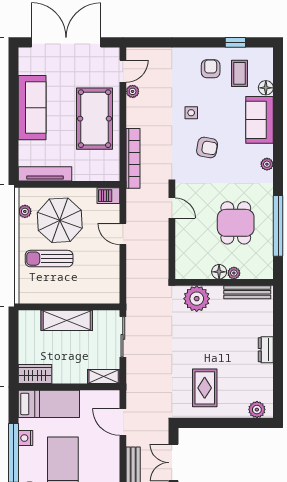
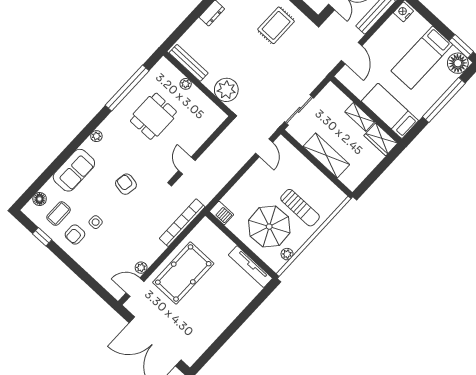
floor lamp: (266, 88) -> (40, 199), moved
sofa: (32, 108) -> (218, 319), removed
side table: (191, 113) -> (96, 222), moved
door: (123, 234) -> (264, 148), moved
floor lamp: (219, 272) -> (195, 94), removed
shelving: (104, 376) -> (360, 117), moved
nightstand: (25, 438) -> (427, 103), removed

